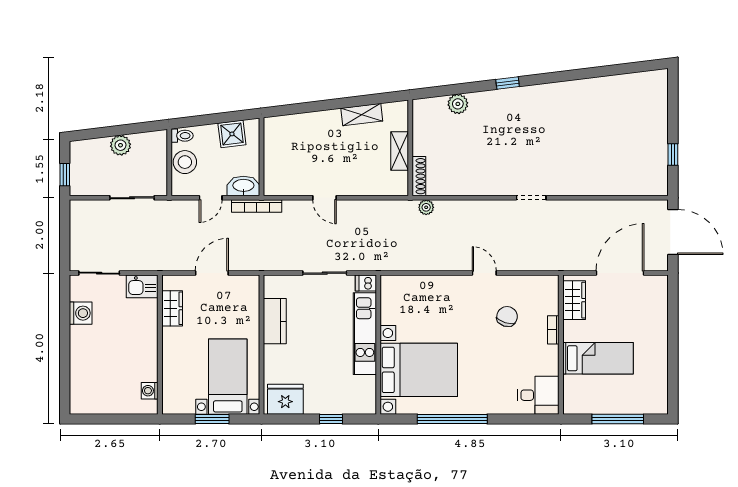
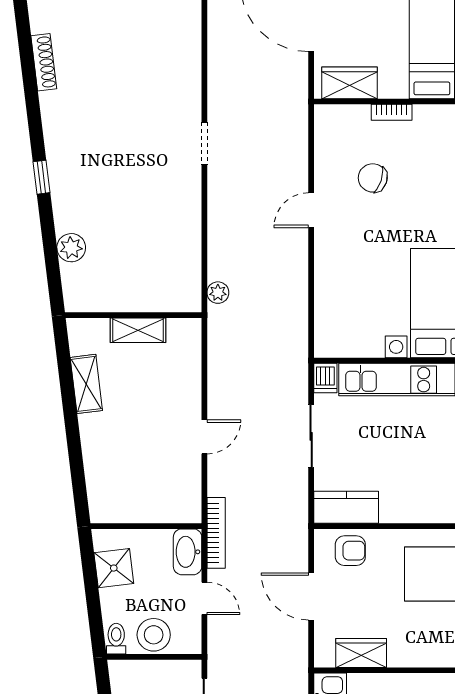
shoe rack: (419, 176) -> (44, 62), moved, turned 83
armchair: (244, 301) -> (350, 551), added
kitchen counter: (275, 321) -> (346, 507), moved

